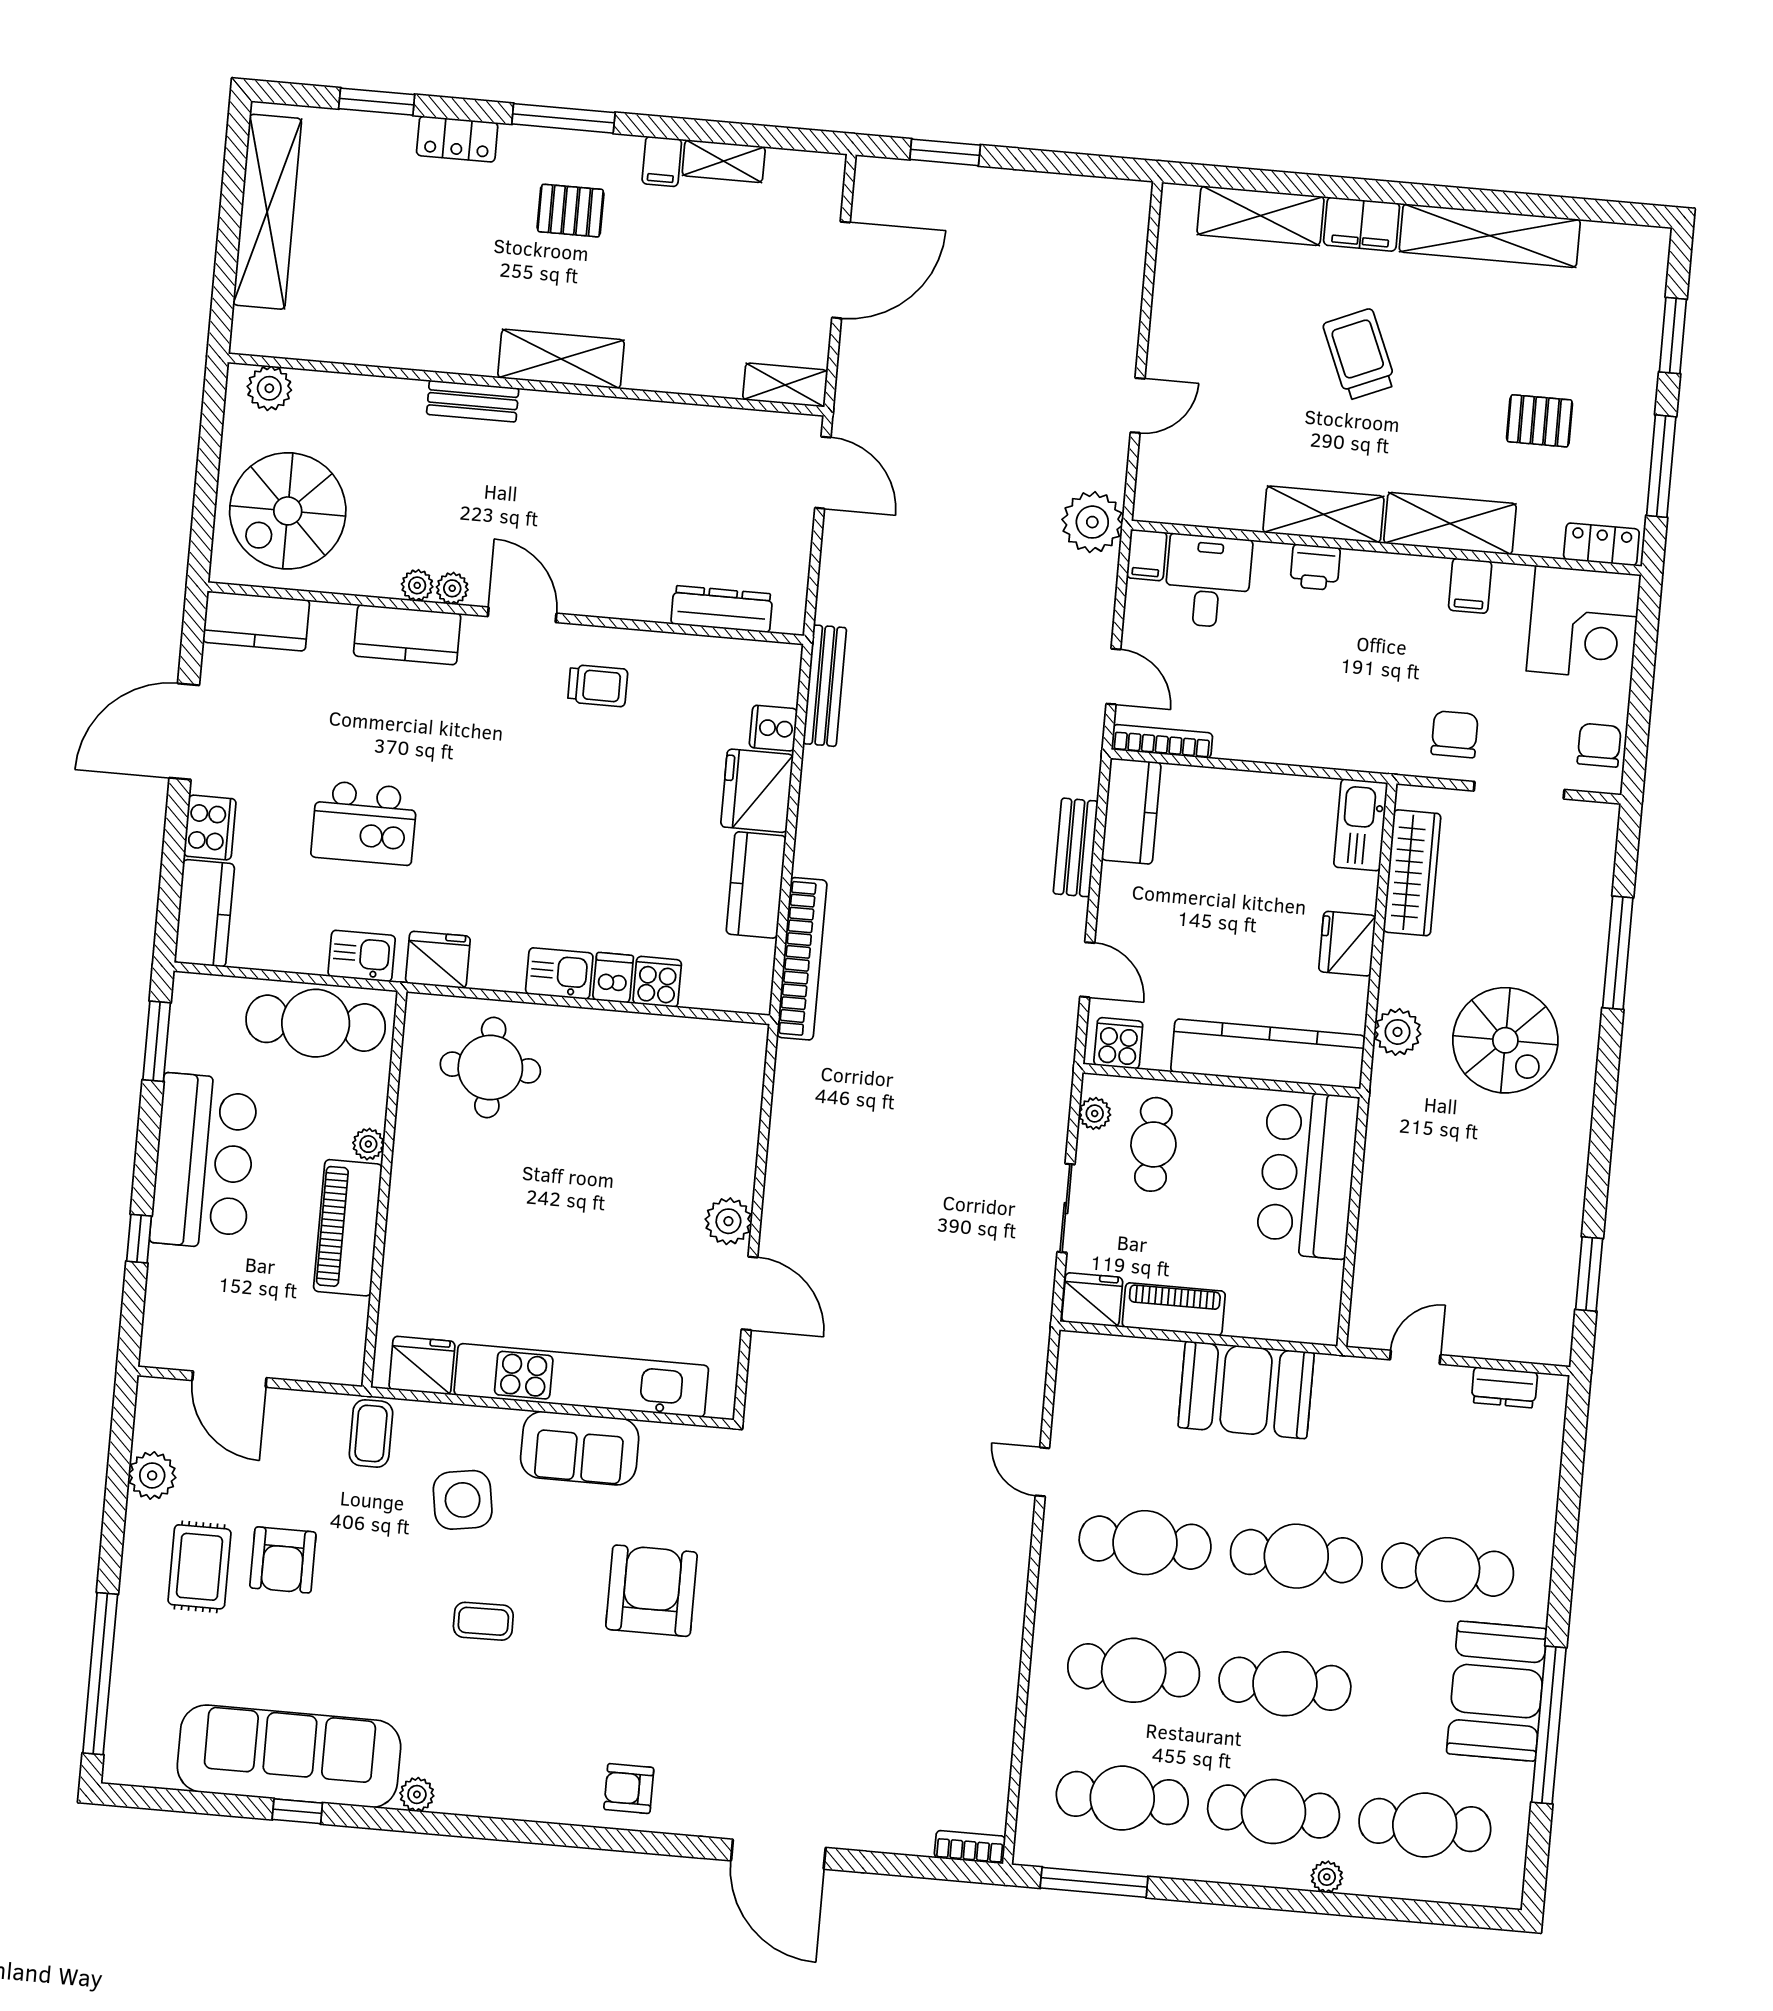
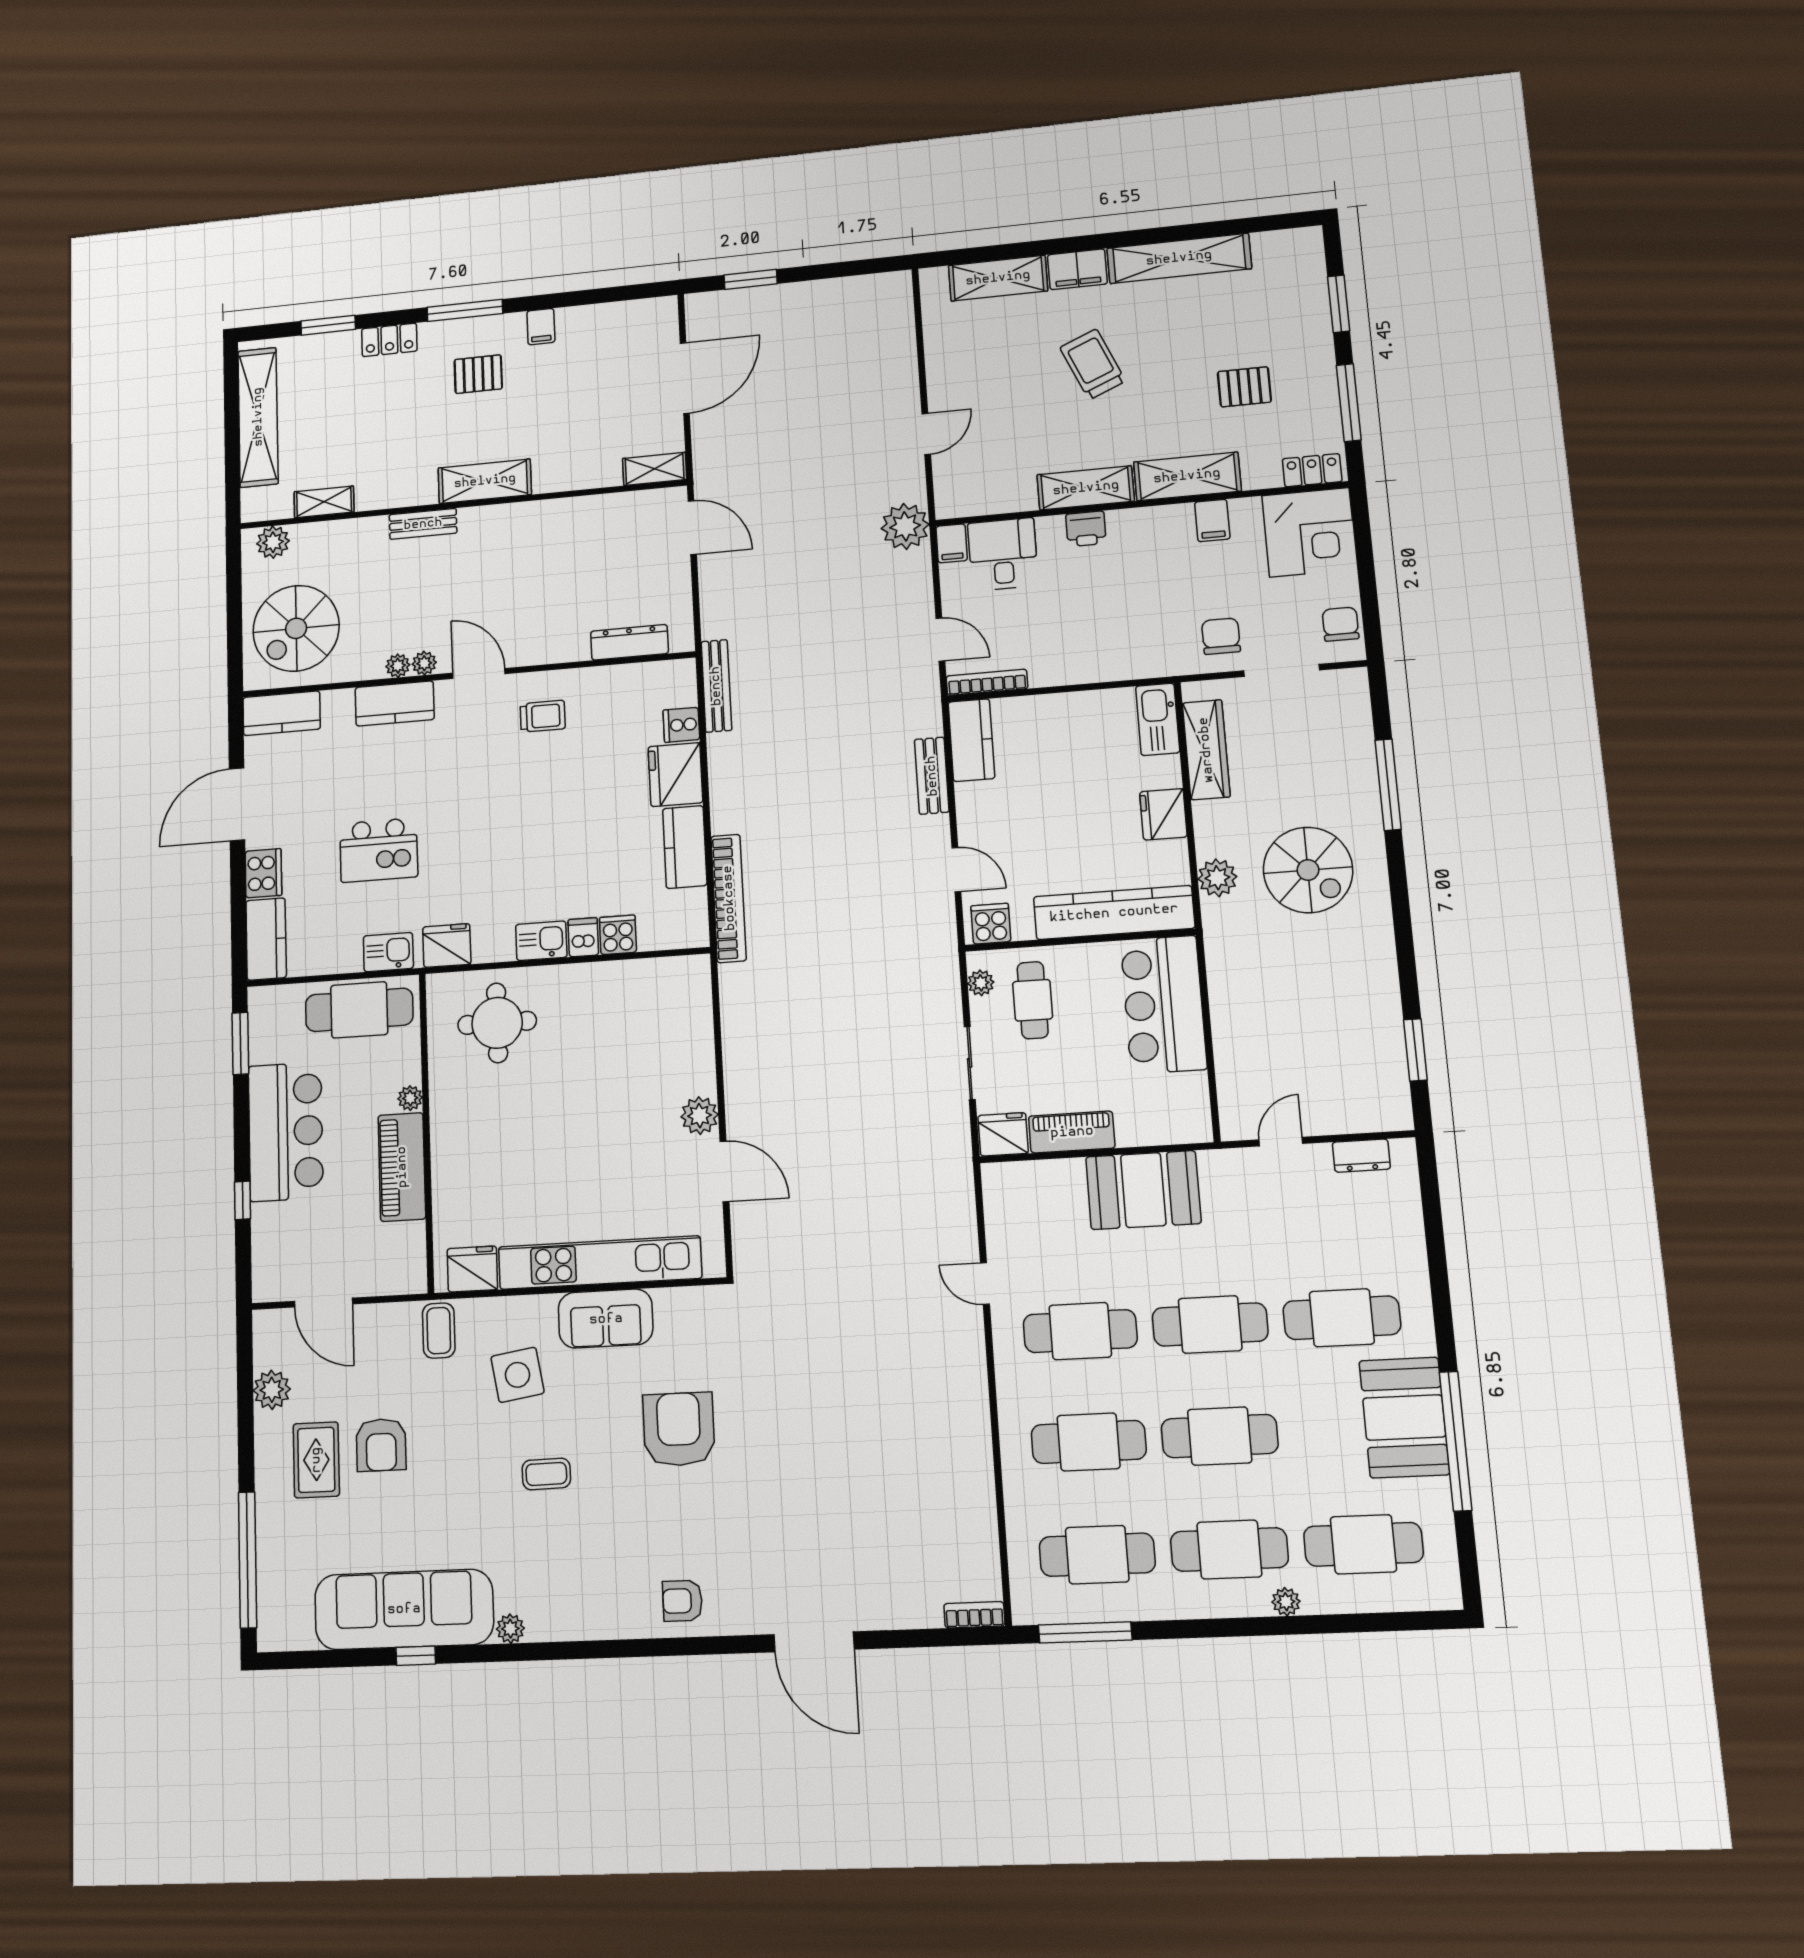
shelving: (724, 161) -> (324, 502), moved

